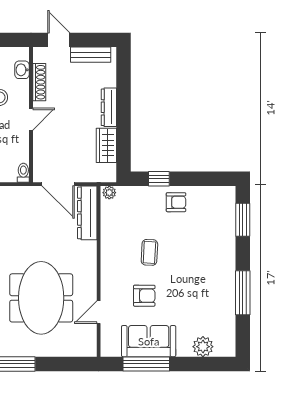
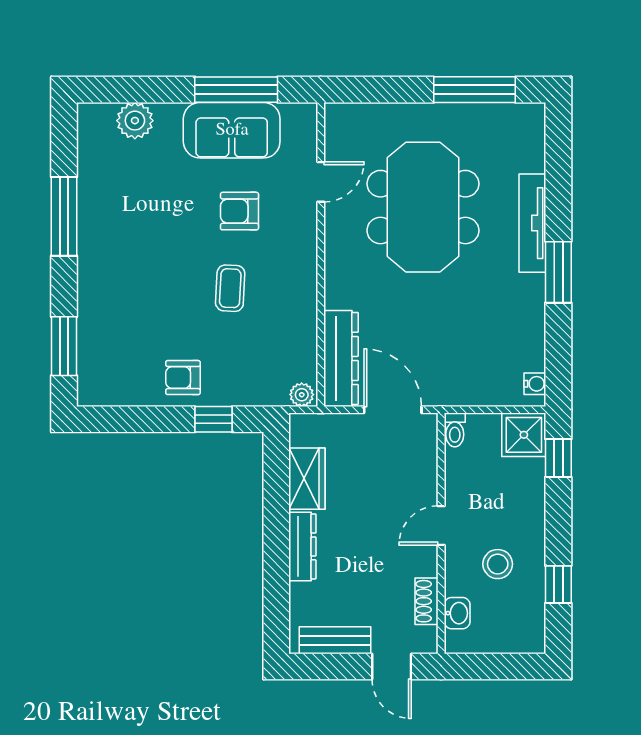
shoe rack: (39, 82) -> (427, 601), width x0.70

